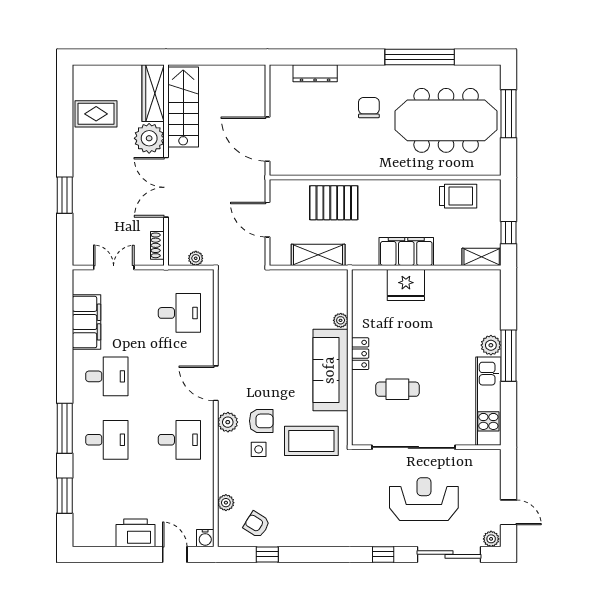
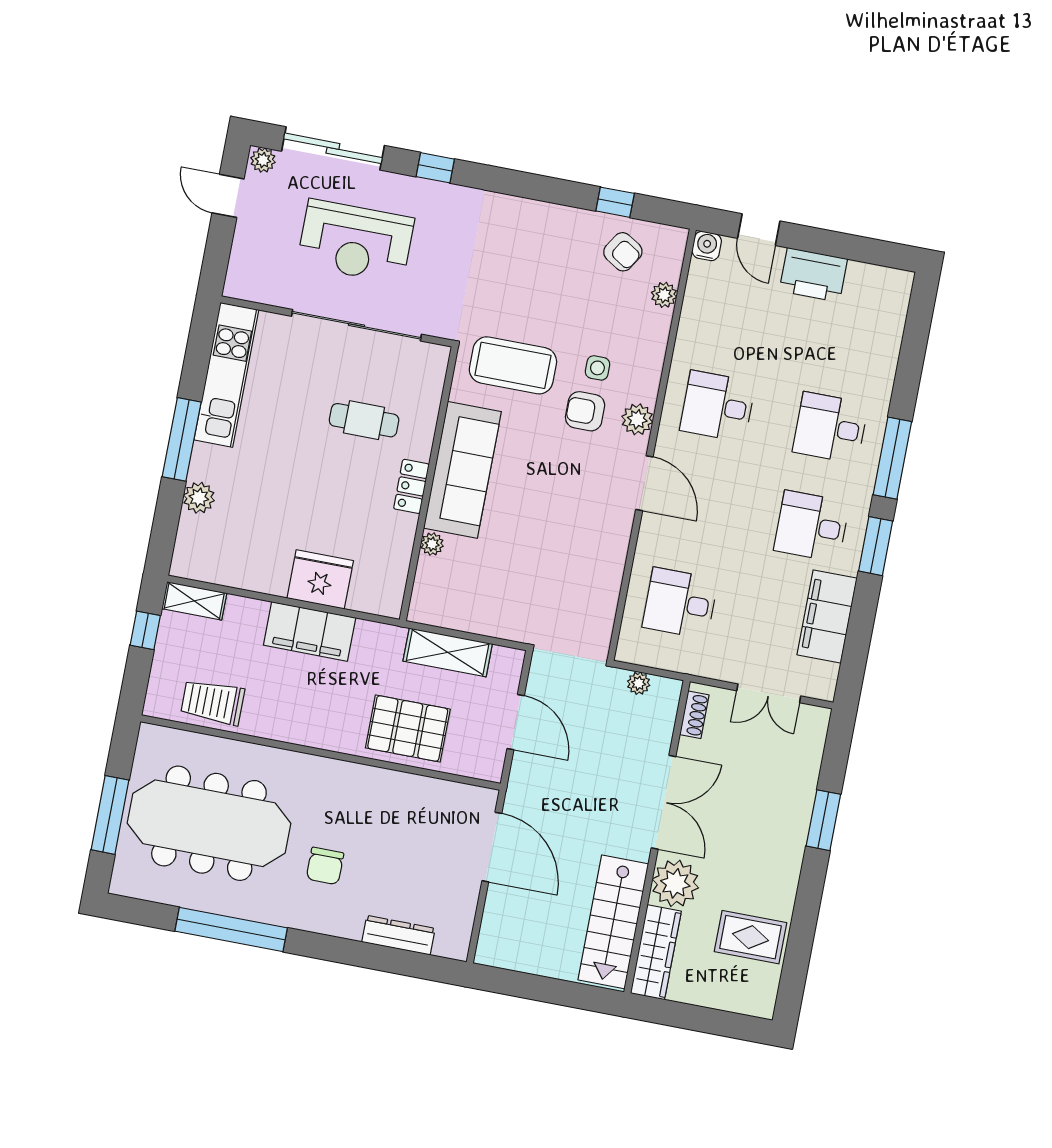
plant: (491, 345) -> (199, 498), moved
window: (65, 496) -> (876, 546), moved

